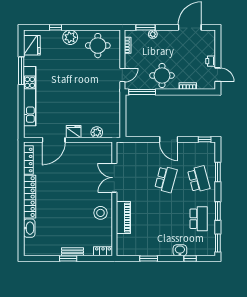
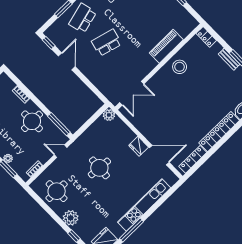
round table: (85, 90) -> (99, 168), added
plant: (97, 132) -> (109, 115), moved
door: (169, 139) -> (67, 61), moved
double door: (114, 178) -> (132, 93), moved

